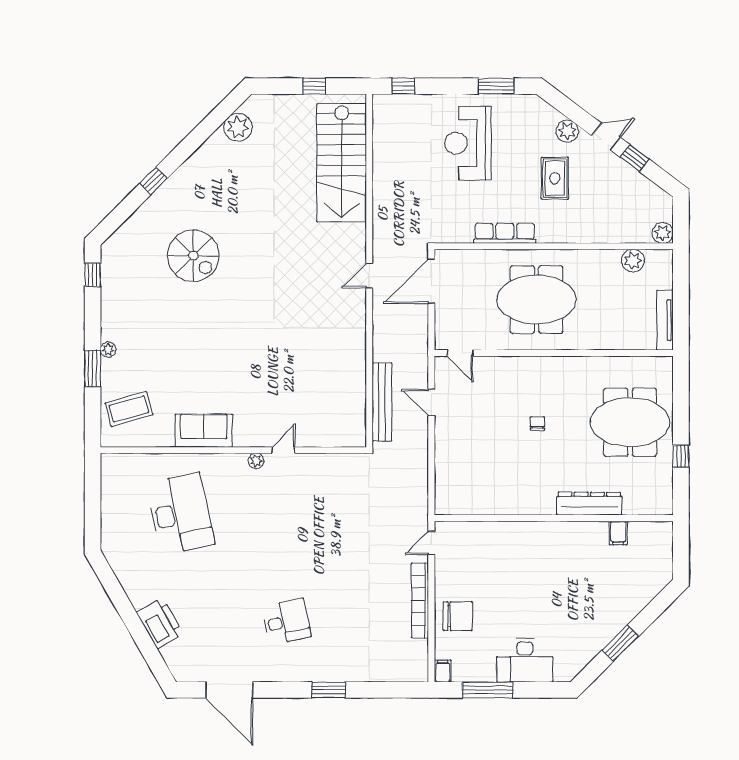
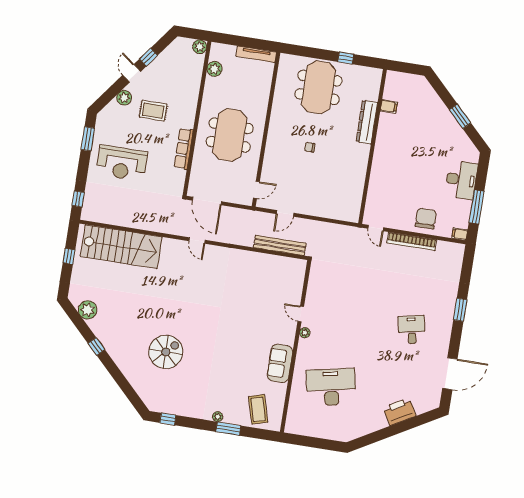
window: (154, 181) -> (96, 346), moved

